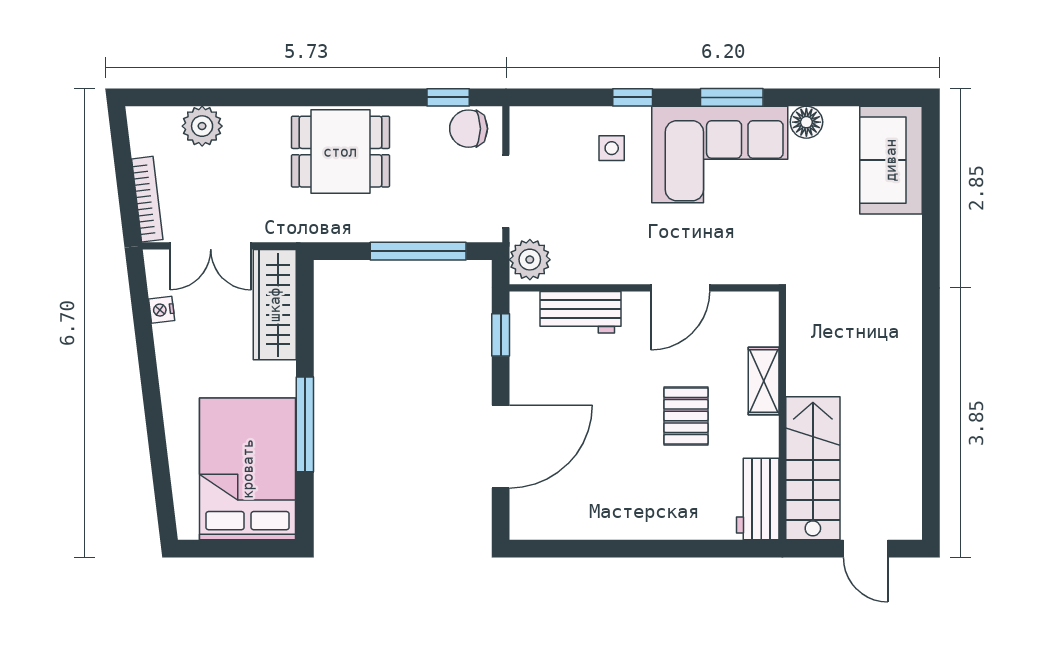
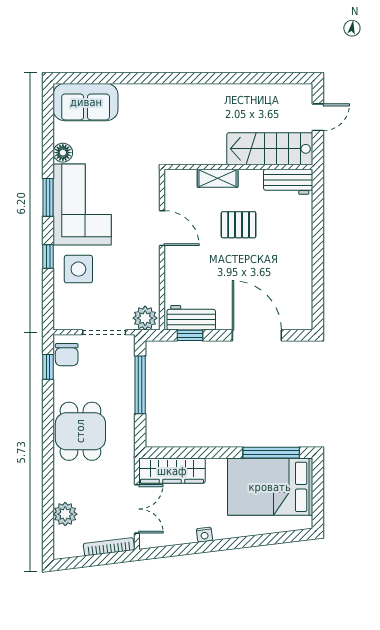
side table: (612, 148) -> (78, 269), width x1.87, depth x1.87
nightstand: (162, 310) -> (204, 535), moved
workbench: (581, 312) -> (191, 318), moved, turned -90
window: (305, 424) -> (271, 453), moved

